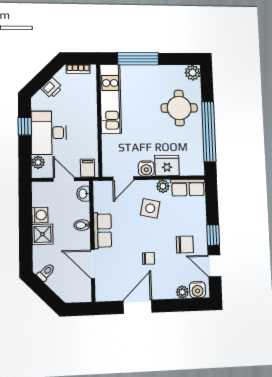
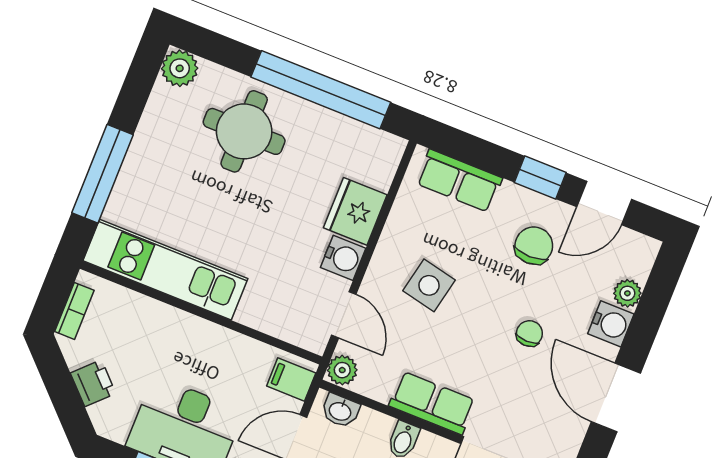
plant: (163, 186) -> (342, 370), moved
row of seats: (188, 188) -> (459, 181), moved, turned 90
water cooler: (198, 290) -> (611, 324), moved

